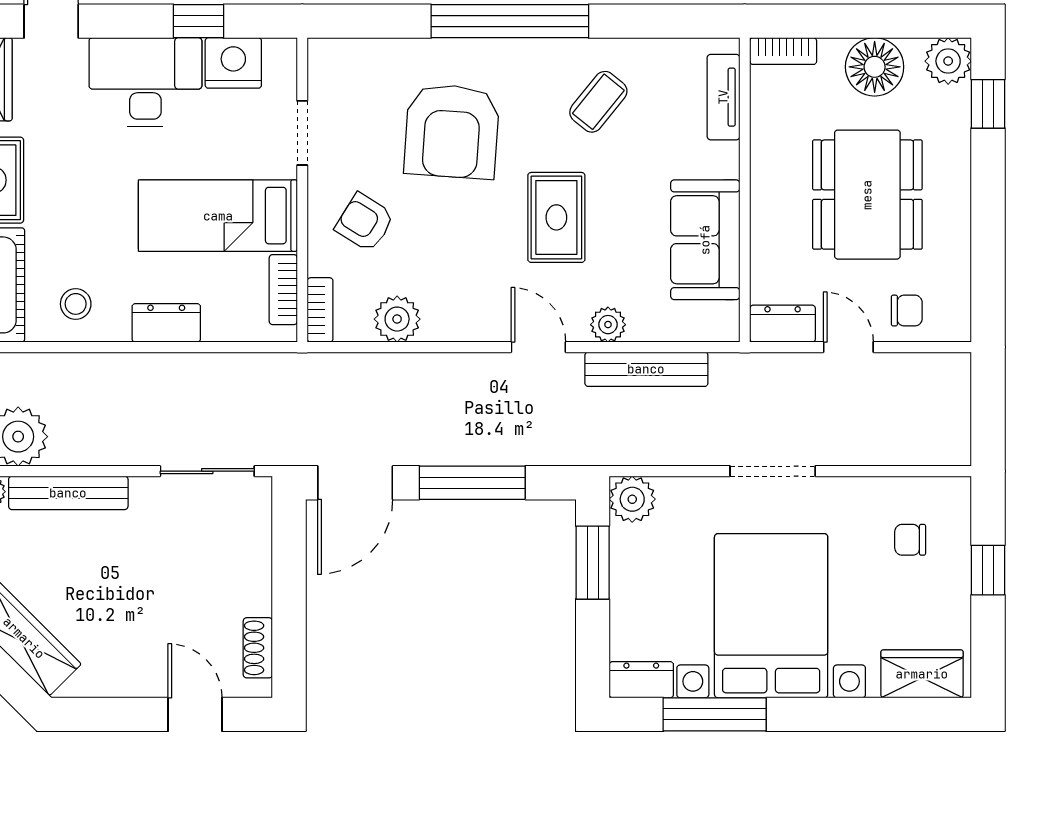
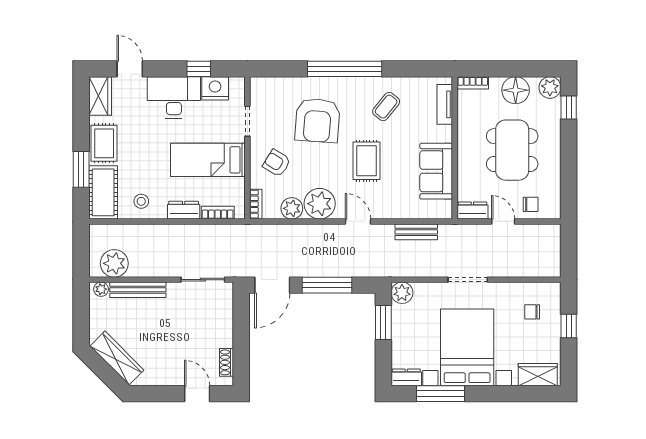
bookcase: (283, 290) -> (218, 213), moved, turned 90
plant: (608, 325) -> (320, 204), moved, width x1.87, depth x1.87
bench: (646, 369) -> (416, 232), width x0.73

